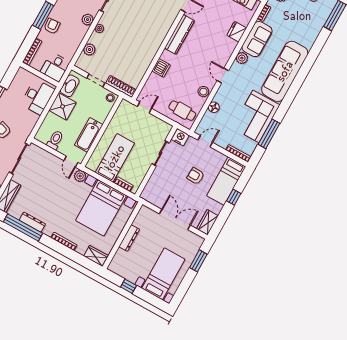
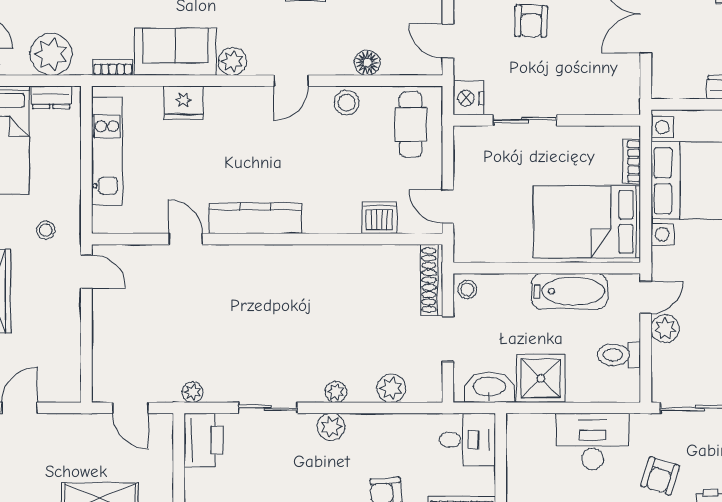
dishwasher: (161, 68) -> (379, 218), moved
desk: (38, 97) -> (593, 441), moved
bed: (115, 158) -> (587, 222), width x1.50
plant: (80, 176) -> (665, 329), moved

